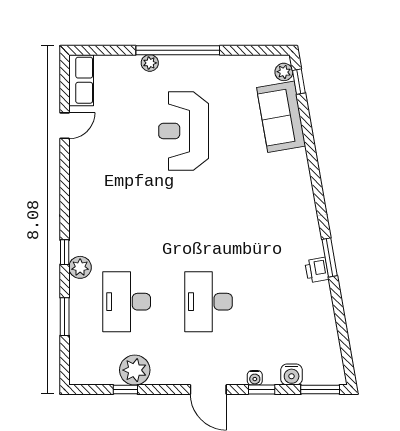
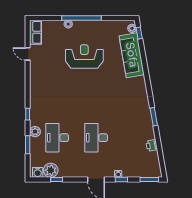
sofa: (281, 117) -> (132, 55), width x1.36
door: (65, 126) -> (28, 54), swing flipped
reception desk: (184, 131) -> (84, 56), turned 90
plant: (80, 267) -> (35, 132), moved
printer: (317, 270) -> (152, 145), moved
plant: (135, 370) -> (51, 170), moved
water cooler: (292, 375) -> (38, 172), moved

